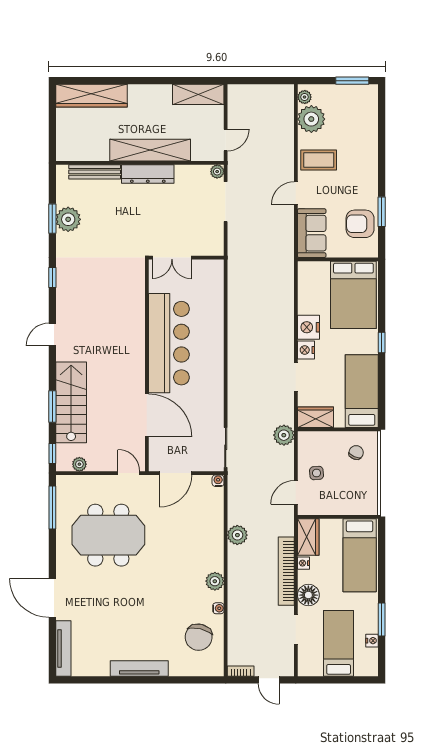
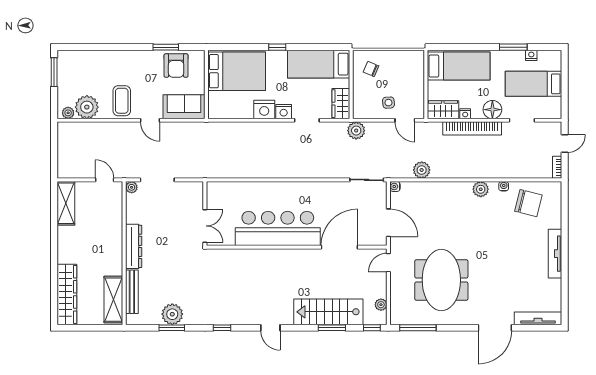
shelving: (150, 150) -> (113, 300), moved, width x0.68
plant: (237, 535) -> (422, 170), moved

